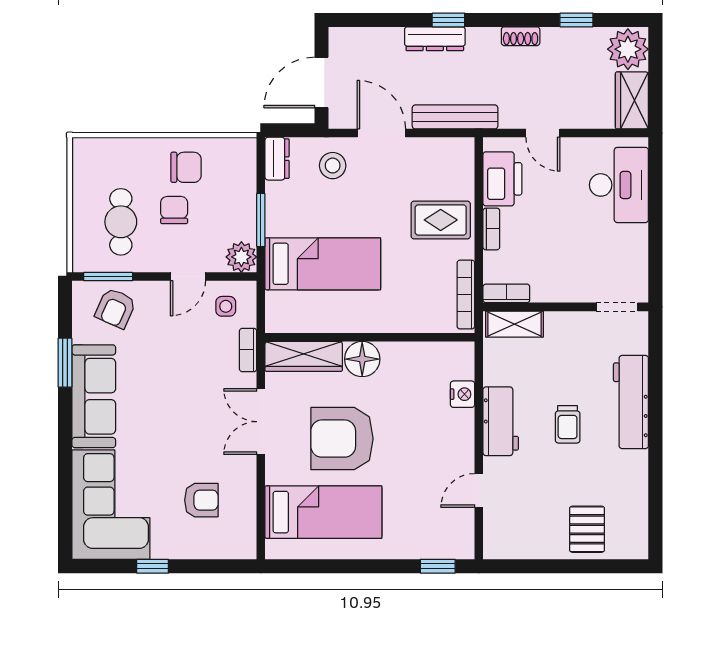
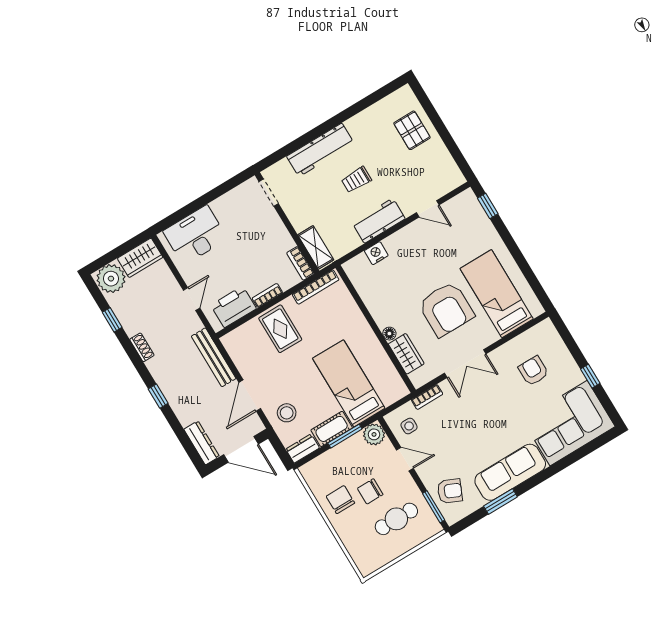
dresser: (435, 39) -> (202, 443), moved
cot: (279, 209) -> (332, 429), added
wardrobe: (304, 356) -> (406, 354), width x0.67
floor lamp: (362, 359) -> (389, 334), width x0.53, depth x0.53
trolley: (568, 424) -> (356, 180), turned 180
pallet: (587, 529) -> (412, 130), turned 90

